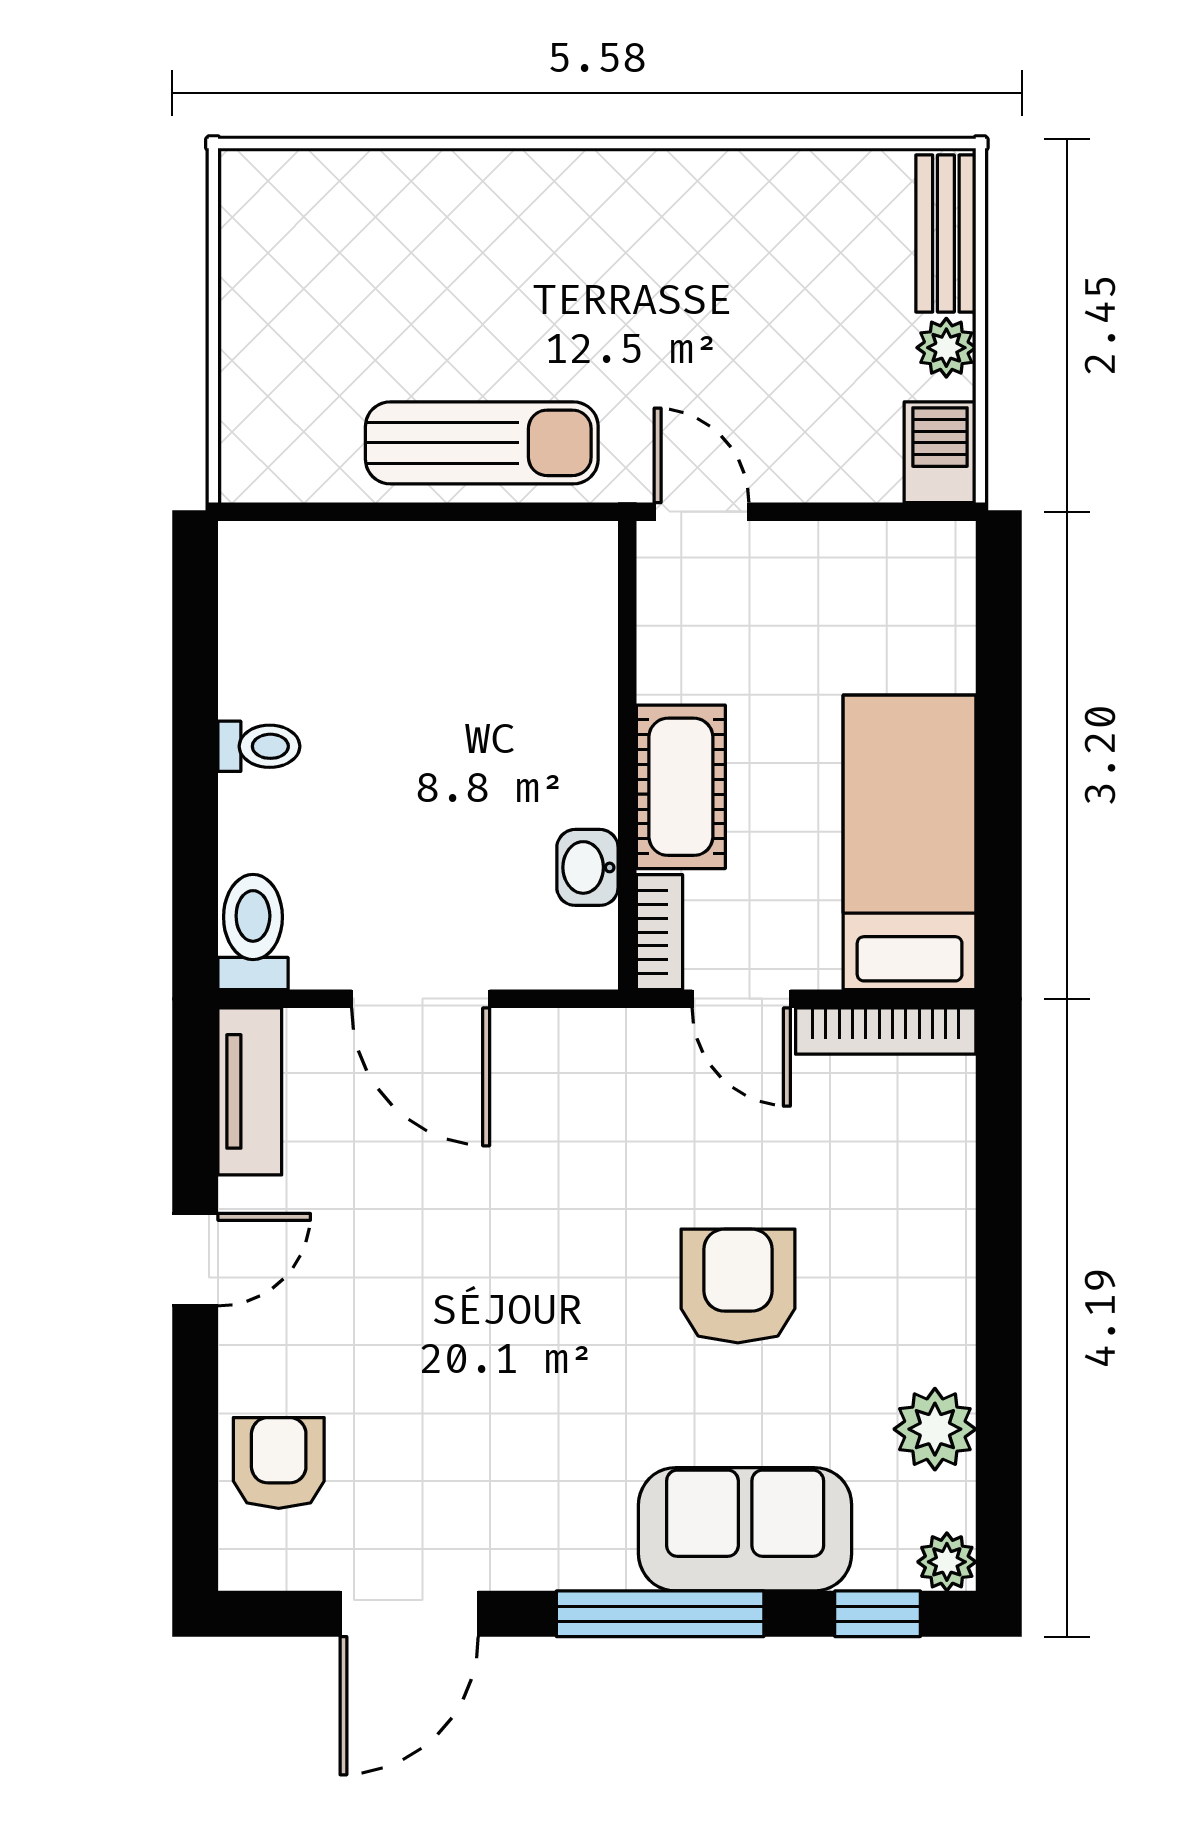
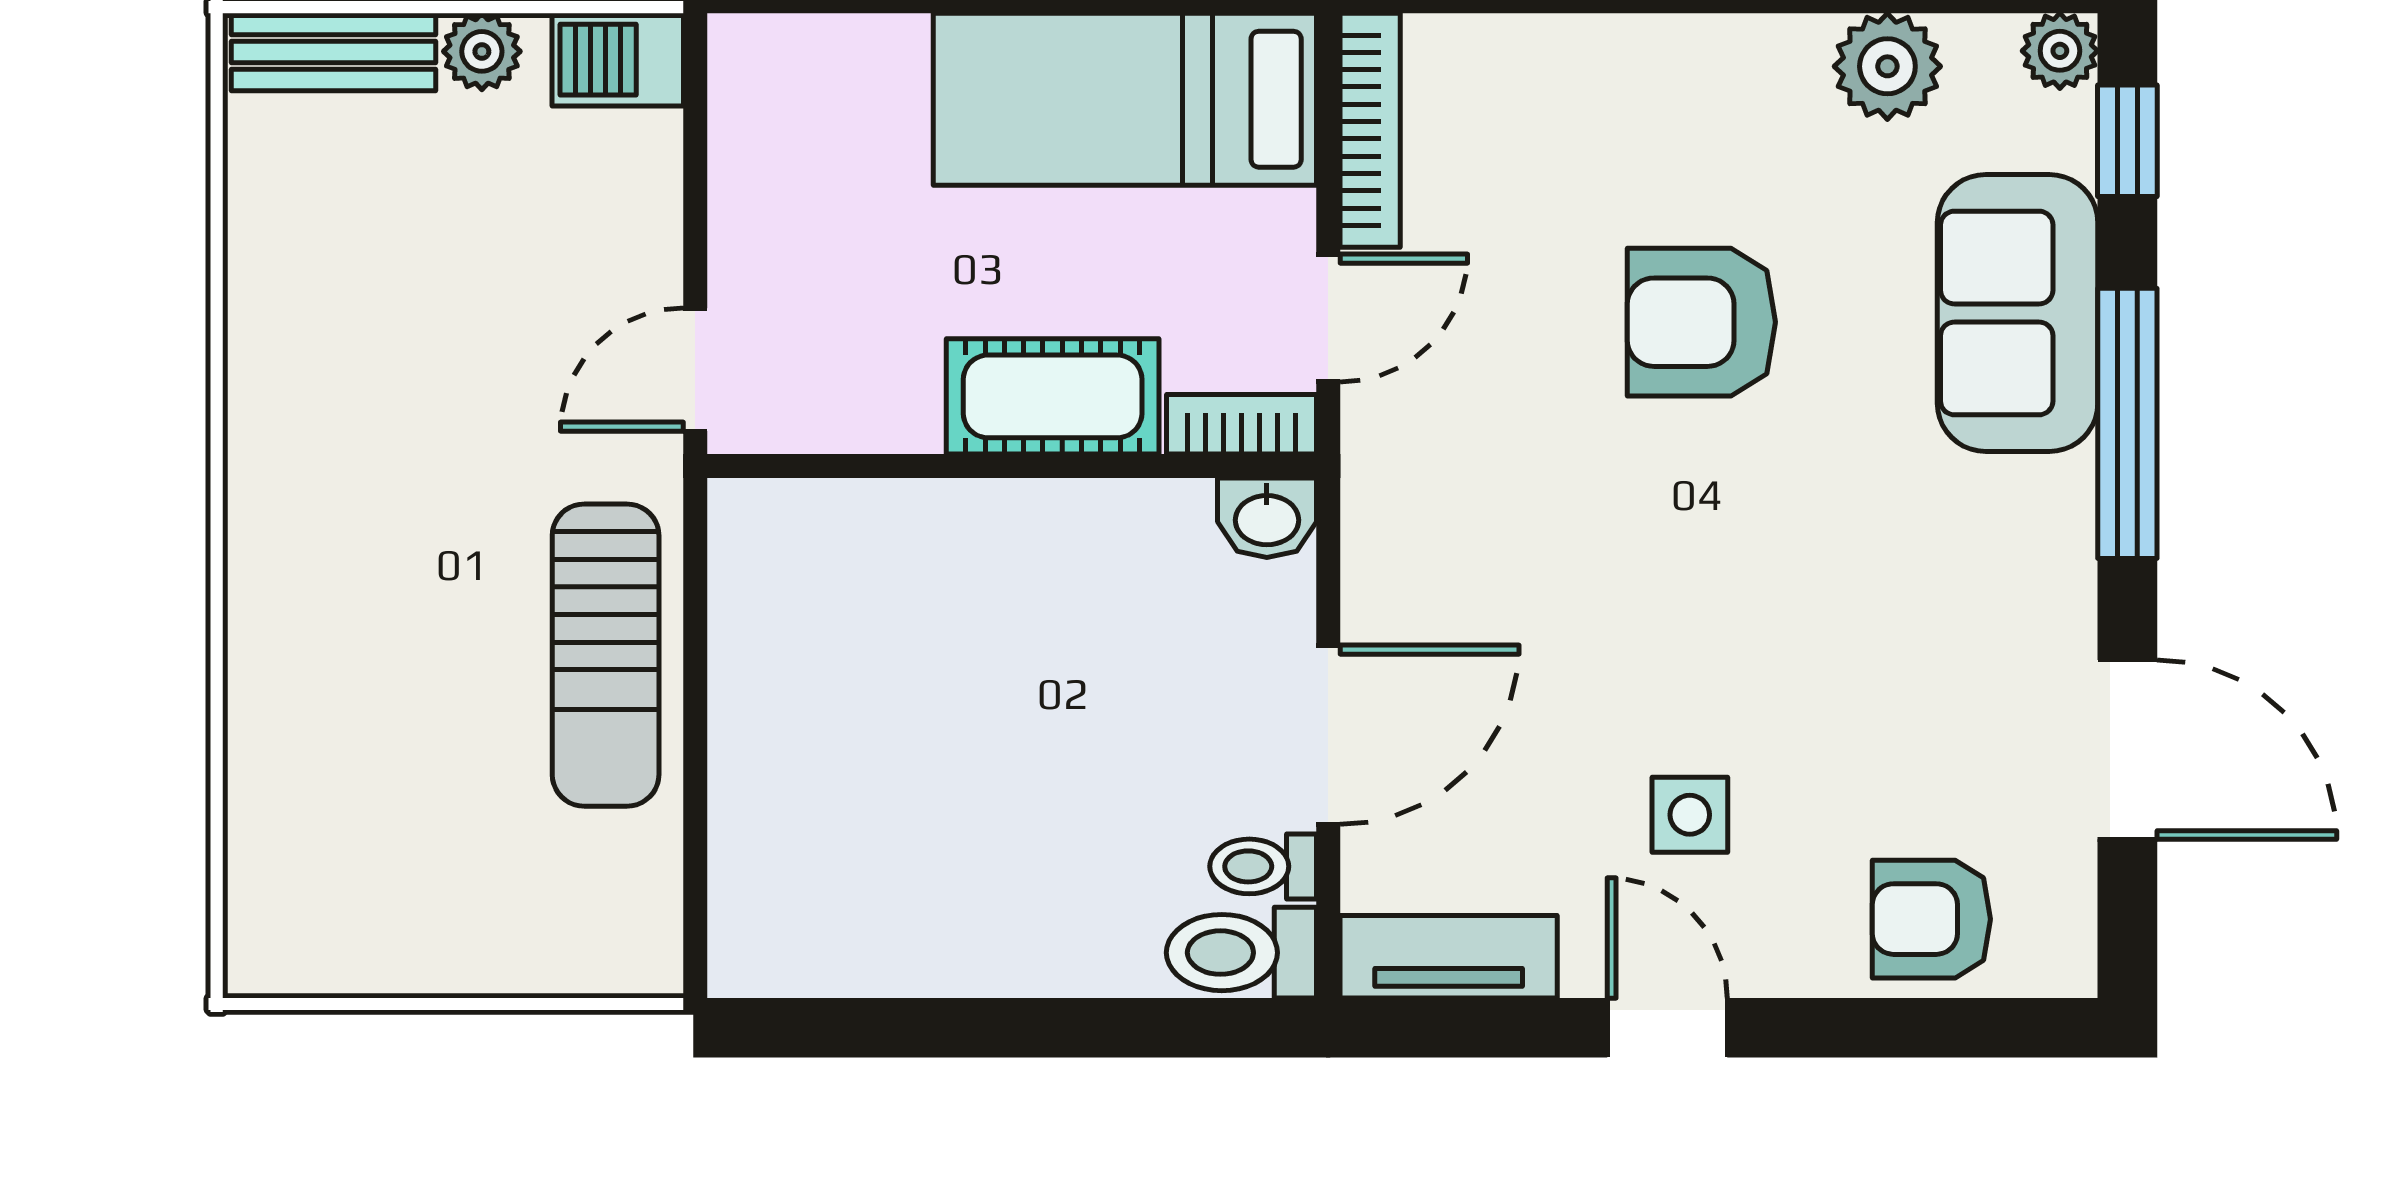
sun lounger: (482, 443) -> (606, 655), turned 180
toilet: (259, 746) -> (1263, 866), moved, turned -90
washbasin: (587, 867) -> (1267, 518), moved
side table: (359, 1277) -> (1690, 815), added

